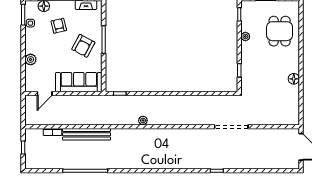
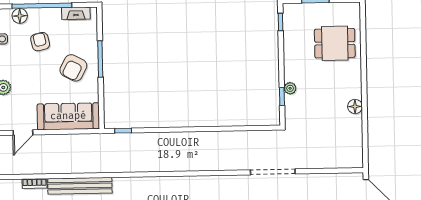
dining table: (280, 31) -> (335, 43), turned 90
plant: (245, 37) -> (290, 88), moved
plant: (143, 120) -> (155, 166), removed

